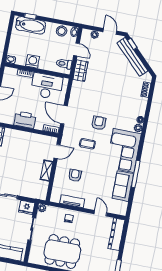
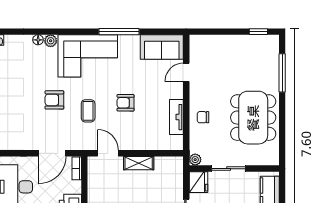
armchair: (75, 175) -> (126, 103), moved
sofa: (123, 186) -> (162, 47), moved
dresser: (116, 234) -> (213, 43), removed

